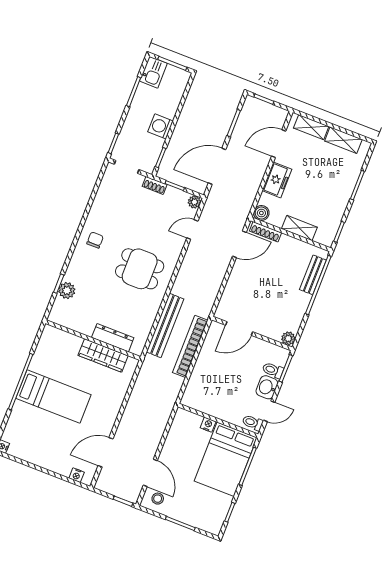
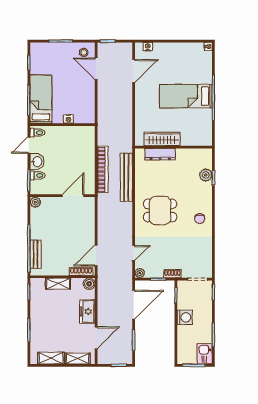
bed: (226, 459) -> (41, 99), width x0.67

